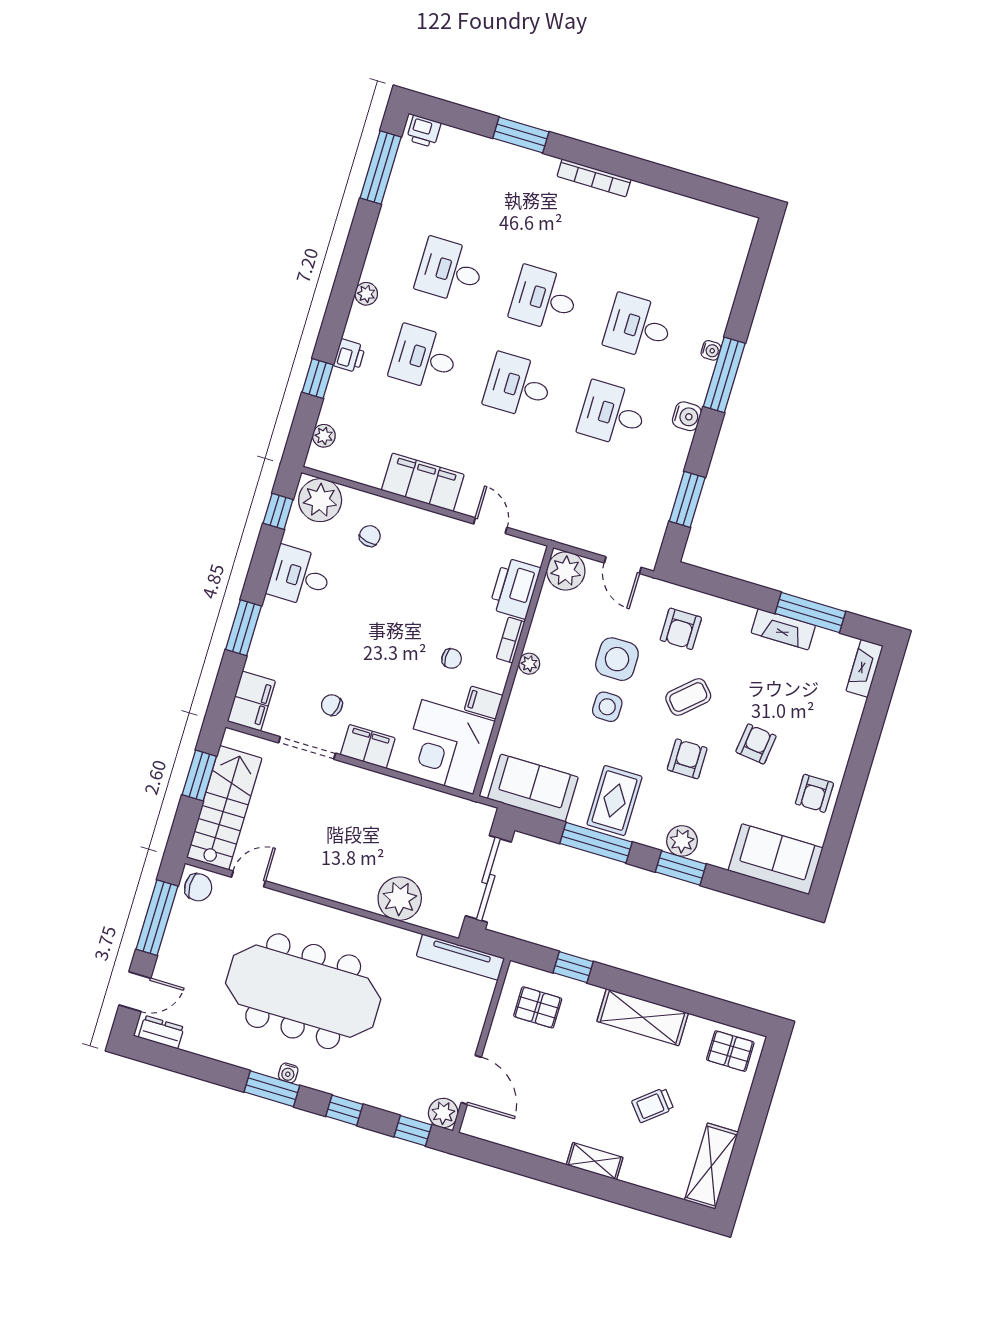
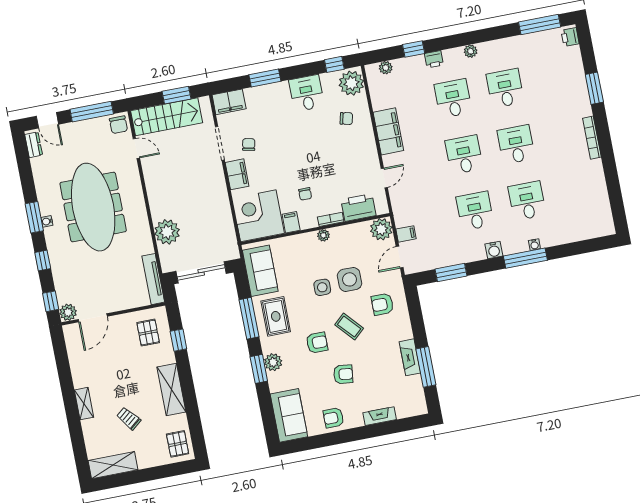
filing cabinet: (593, 537) -> (406, 234), added
fireplace: (865, 668) -> (380, 416), moved
rug: (614, 801) -> (276, 316), turned 90

